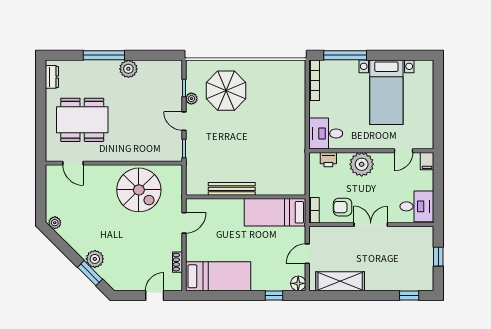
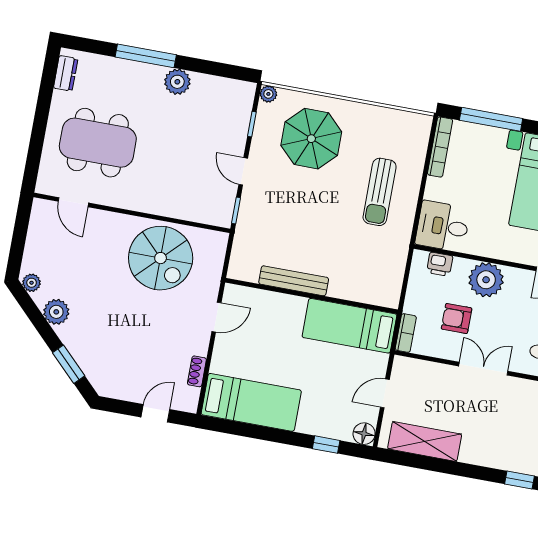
plant: (191, 99) -> (268, 94), moved
sun lounger: (279, 118) -> (380, 192), added
armchair: (343, 207) -> (457, 319), moved
plant: (95, 259) -> (56, 312), moved

